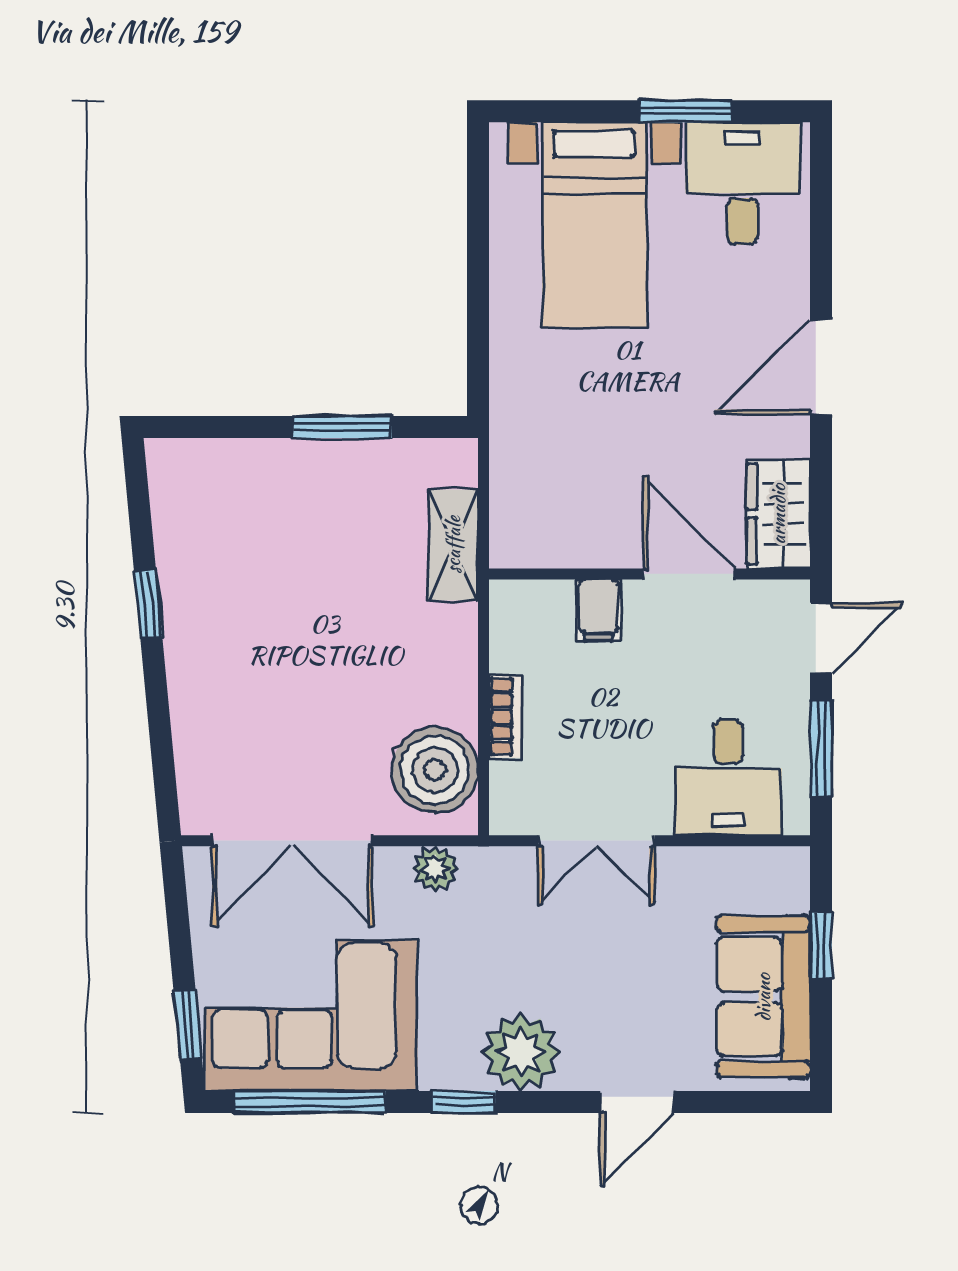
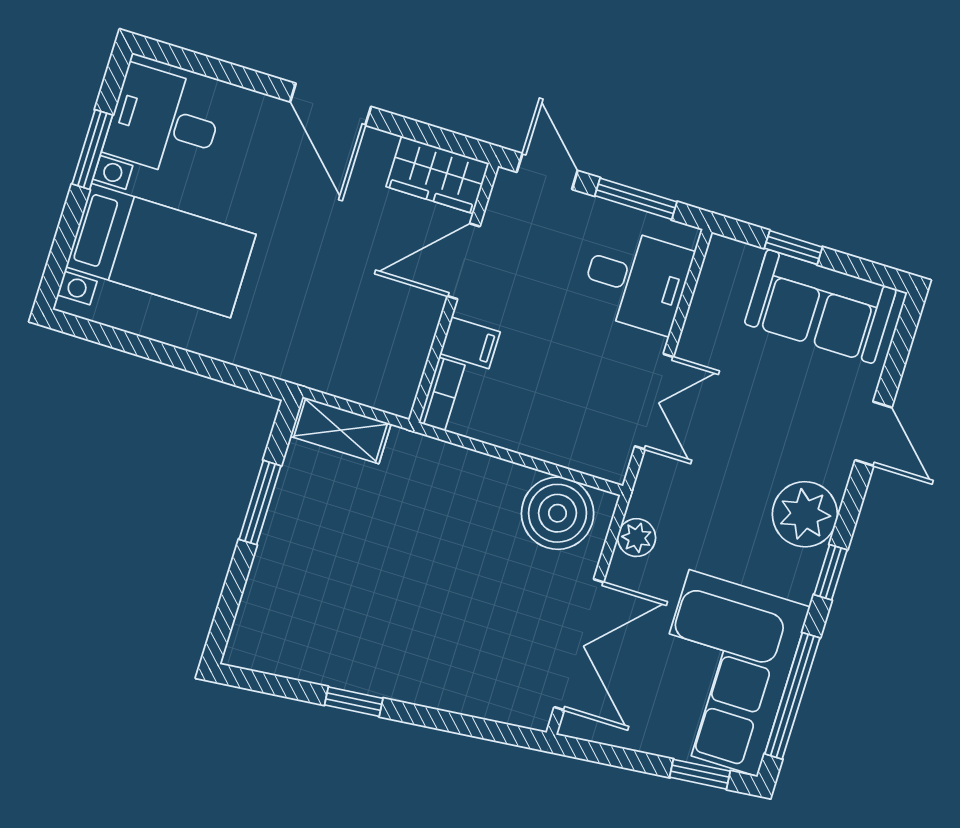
shelving: (453, 545) -> (341, 430), moved
bookcase: (505, 717) -> (442, 394), moved, turned 90

